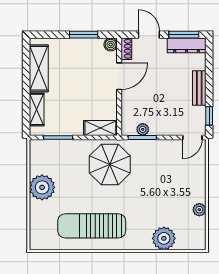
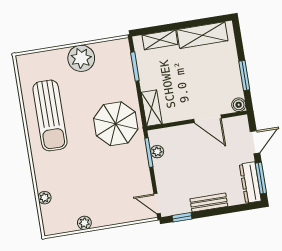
shoe rack: (126, 49) -> (237, 122), removed
sun lounger: (92, 226) -> (50, 115), turned 180
plant: (164, 238) -> (45, 198), width x0.53, depth x0.53

